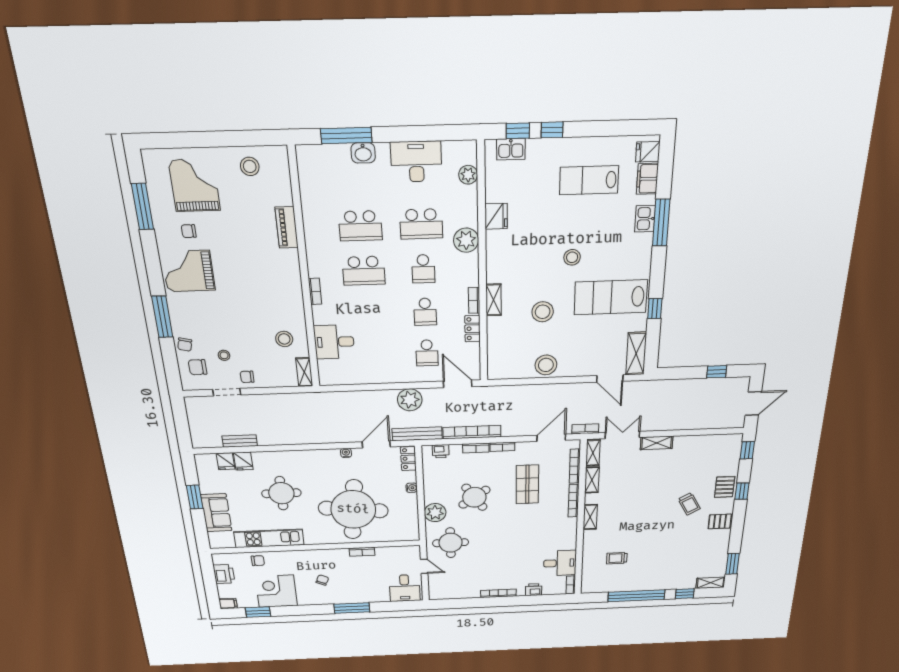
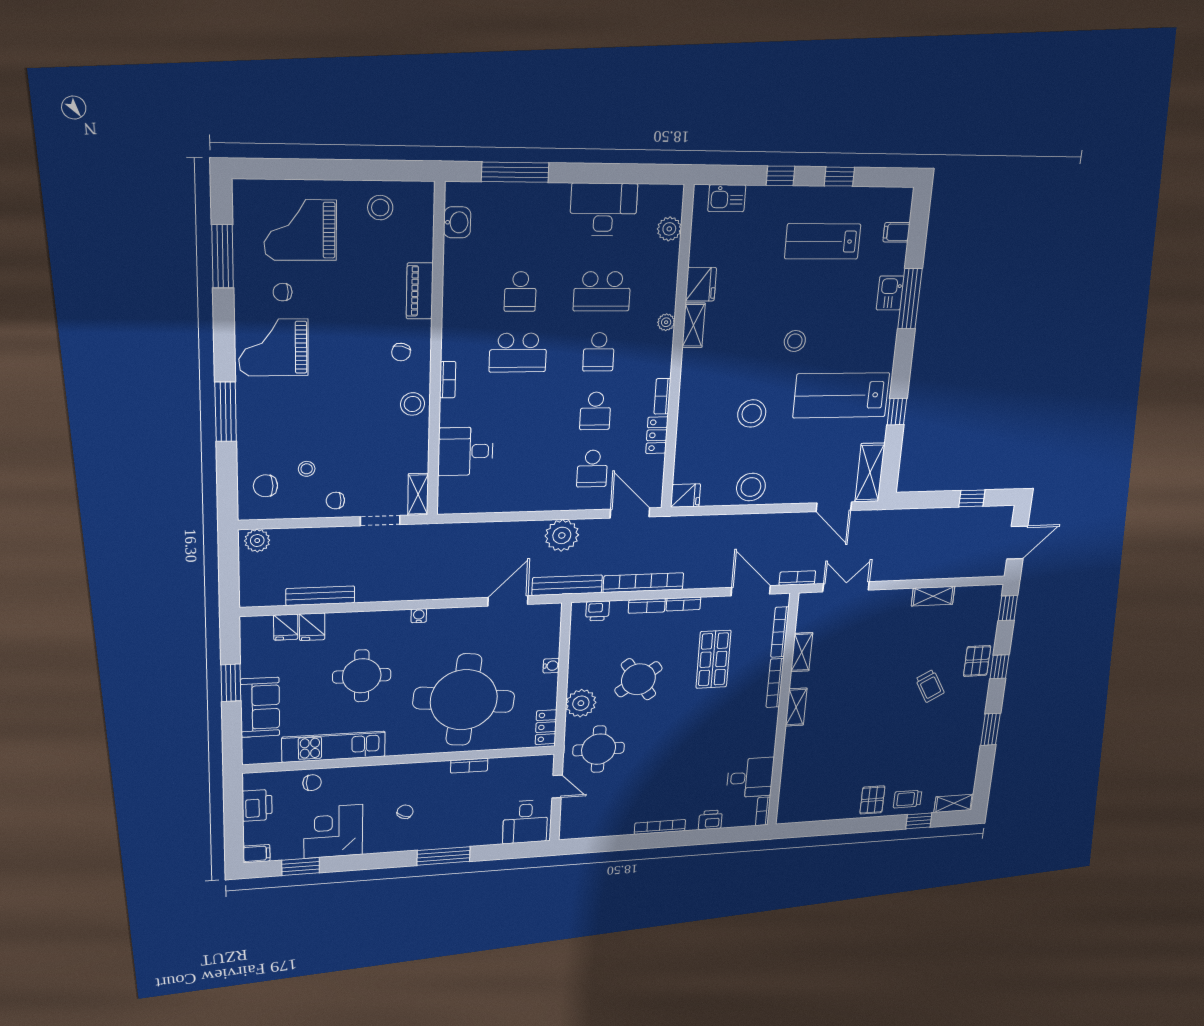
window: (518, 131) -> (839, 177), moved
fridge: (648, 152) -> (686, 496), moved, turned 180
washbasin: (363, 153) -> (457, 222), moved, turned -90
filing cabinet: (647, 179) -> (896, 232), width x0.50
grand piano: (194, 185) -> (300, 230), turned -90
school desk: (360, 226) -> (520, 292), width x0.54
plant: (466, 240) -> (666, 322), width x0.53, depth x0.53
shelving: (494, 300) -> (694, 325), moved
stool: (284, 339) -> (413, 404), moved
chair: (185, 345) -> (401, 352), moved
doorway: (227, 392) -> (380, 521), moved
plant: (198, 404) -> (257, 541), added
door: (551, 438) -> (751, 591), hinge flipped
bench: (240, 441) -> (320, 596), width x1.36
shelving: (657, 443) -> (933, 596), moved
water cooler: (346, 453) -> (419, 616), moved
shelving: (593, 453) -> (805, 612), removed
locker: (408, 459) -> (546, 727), moved
pallet: (720, 521) -> (872, 800), moved, turned 90
trolley: (617, 558) -> (908, 799), moved
window: (732, 564) -> (990, 729), moved
window: (636, 596) -> (853, 826), removed

